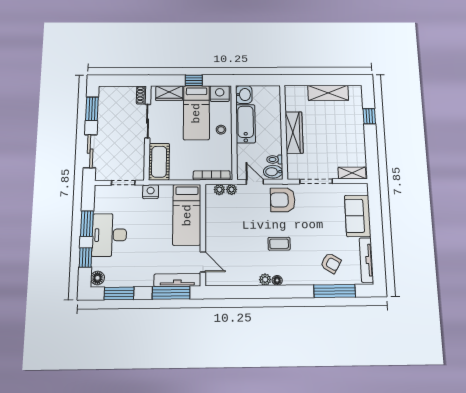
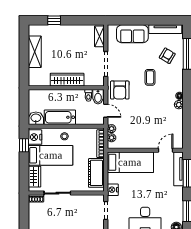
window: (194, 80) -> (24, 145), moved
cot: (159, 162) -> (96, 173), moved, turned 90
door: (255, 182) -> (106, 111), swing flipped
coffee table: (279, 244) -> (150, 77), moved

